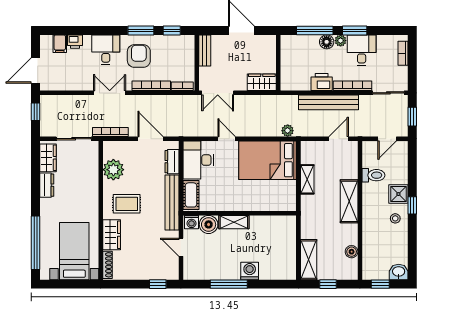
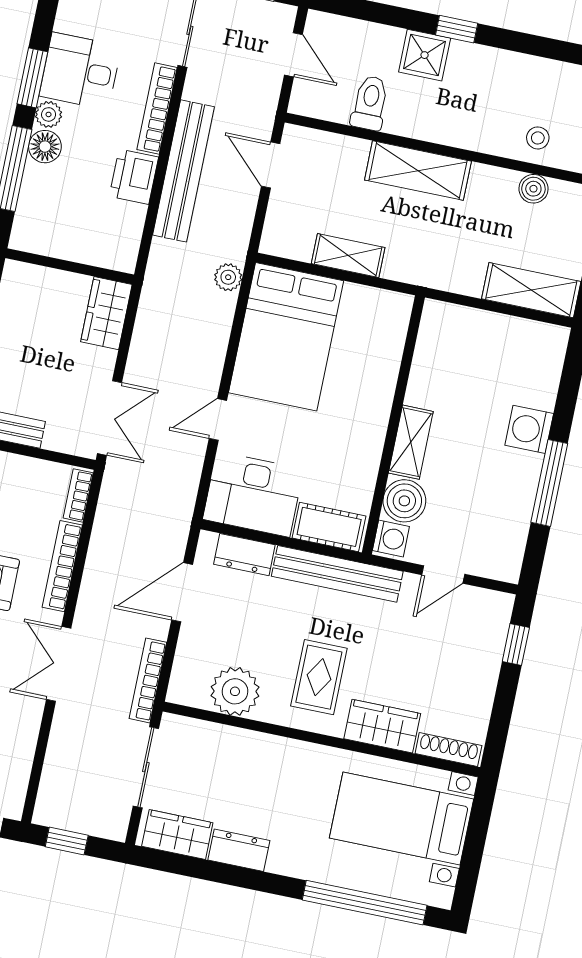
stool: (395, 218) -> (538, 138), moved

